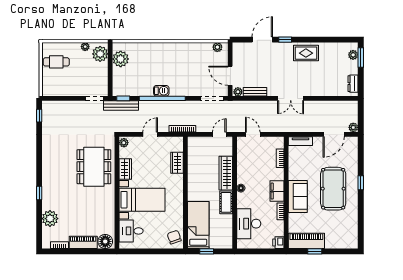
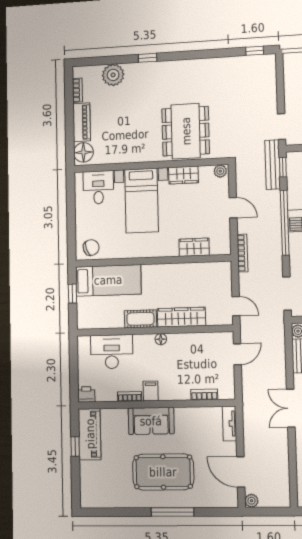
dining table: (94, 167) -> (186, 131), turned 90
window: (361, 183) -> (172, 512), width x2.17
filing cabinet: (277, 191) -> (151, 391), width x0.50

